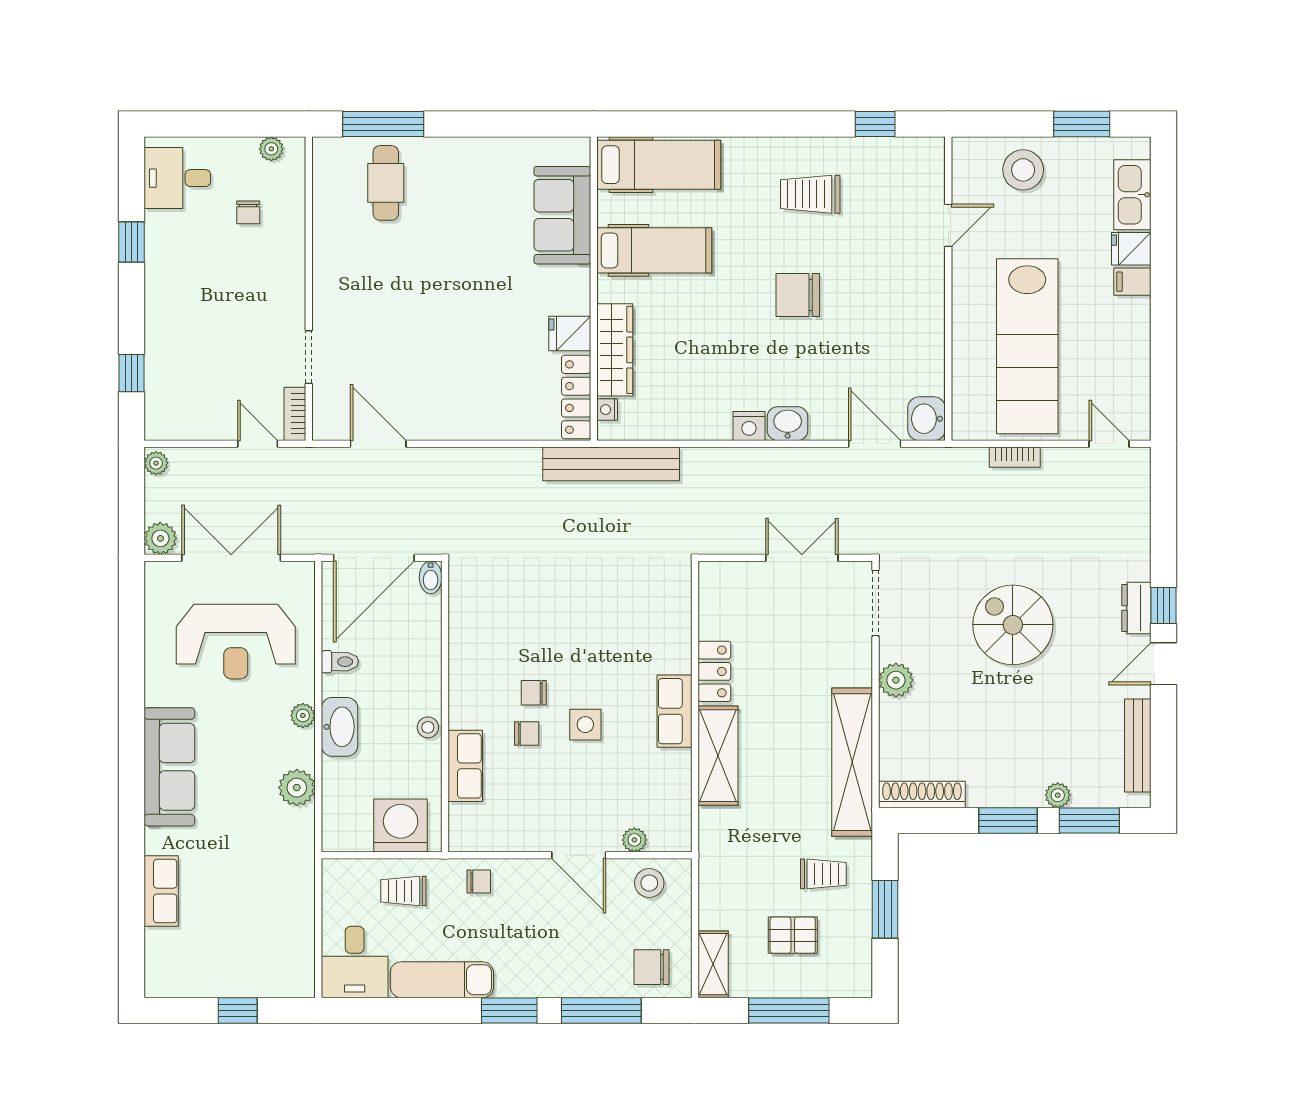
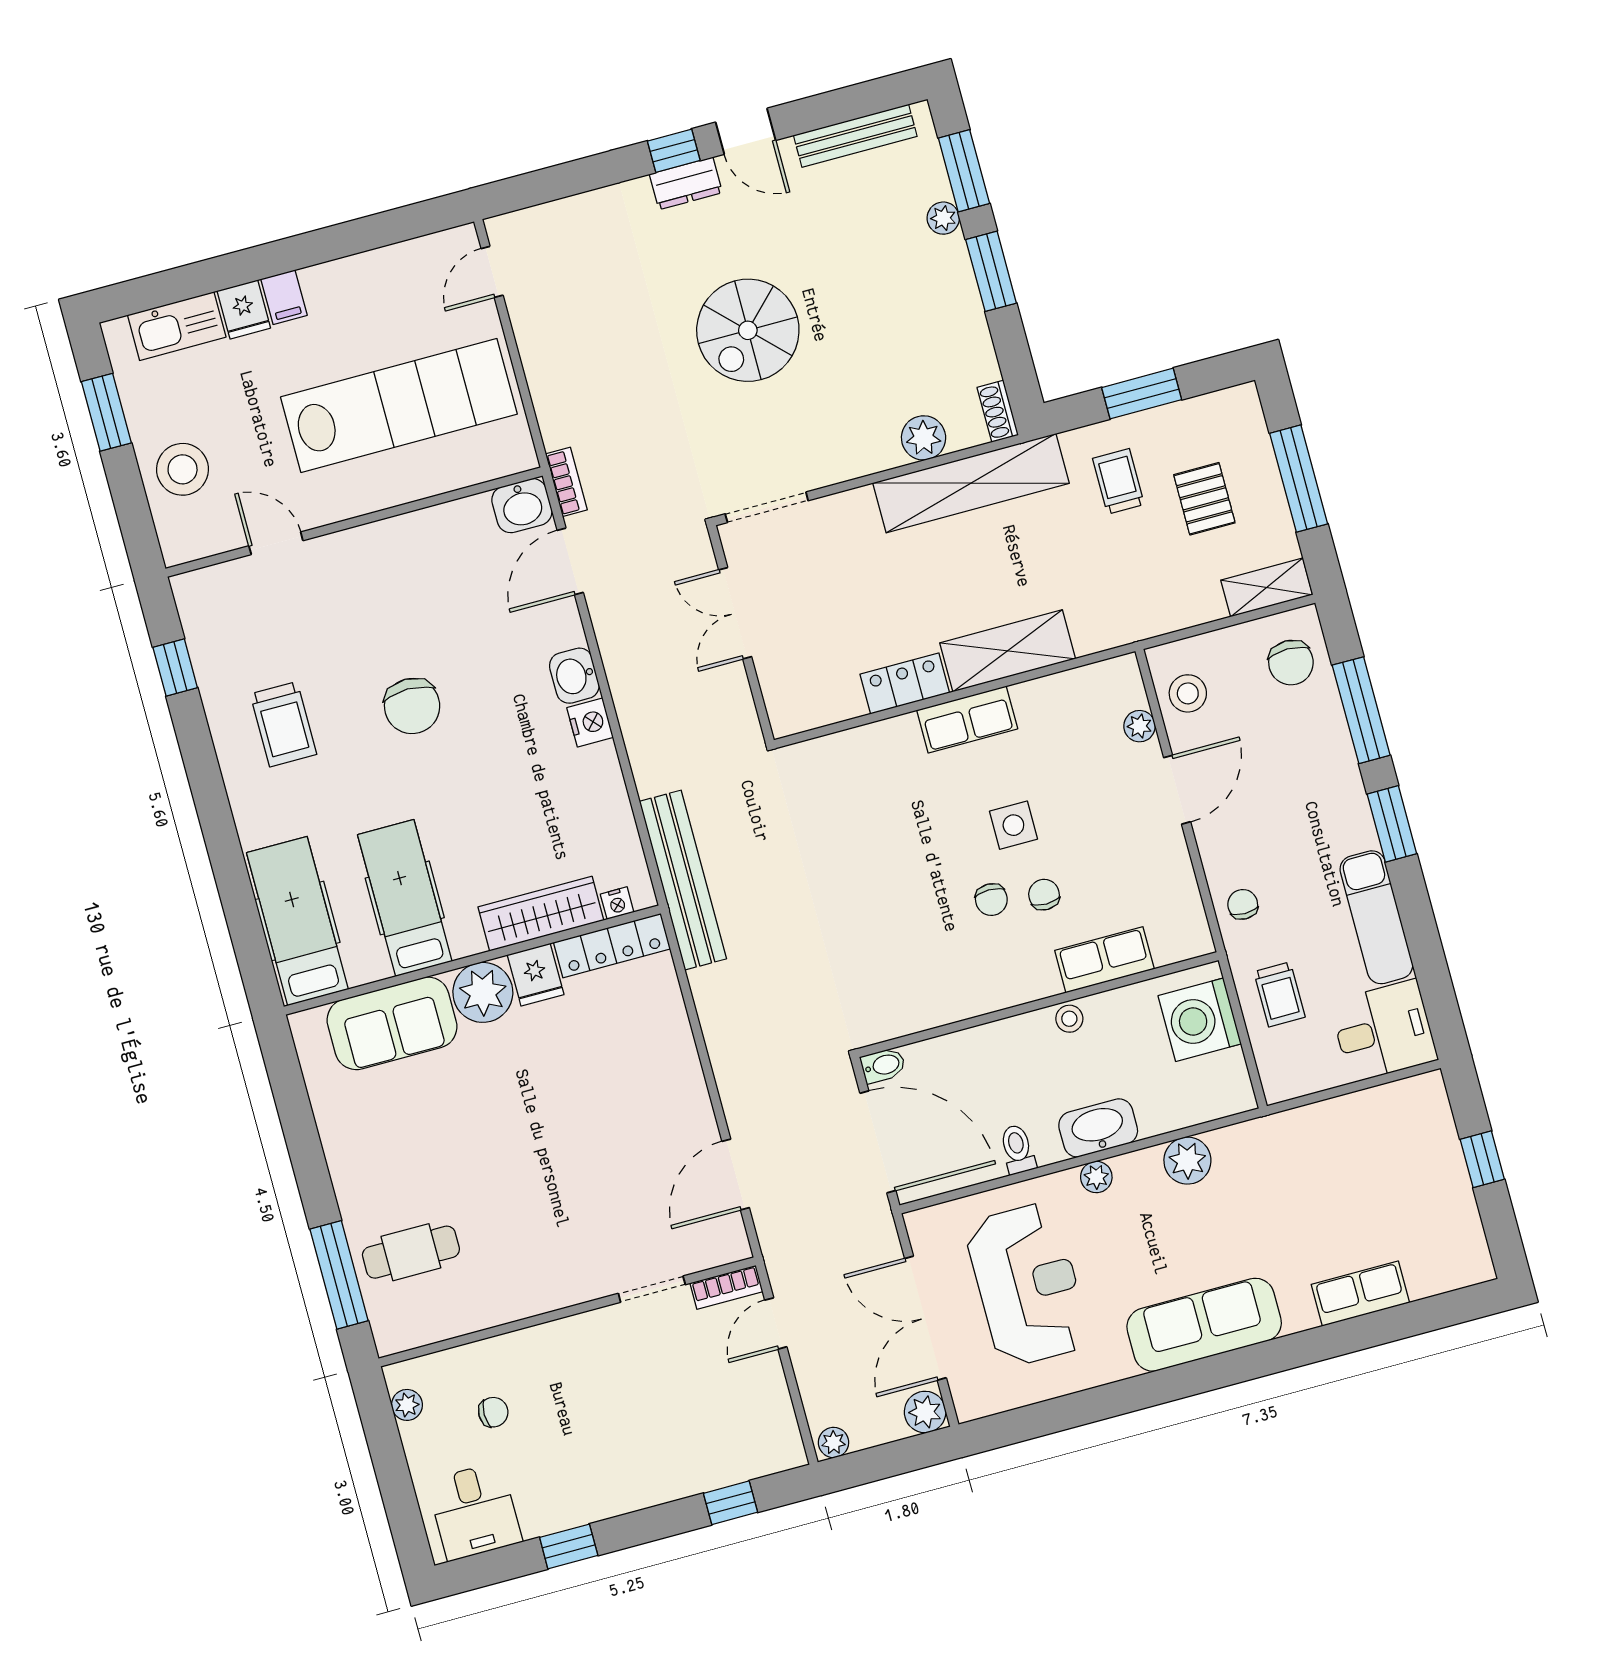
plant: (567, 290) -> (483, 992), added
bookcase: (1015, 457) -> (566, 482), moved
plant: (896, 680) -> (924, 438), moved
shoe rack: (922, 794) -> (998, 411), width x0.51, depth x0.81

